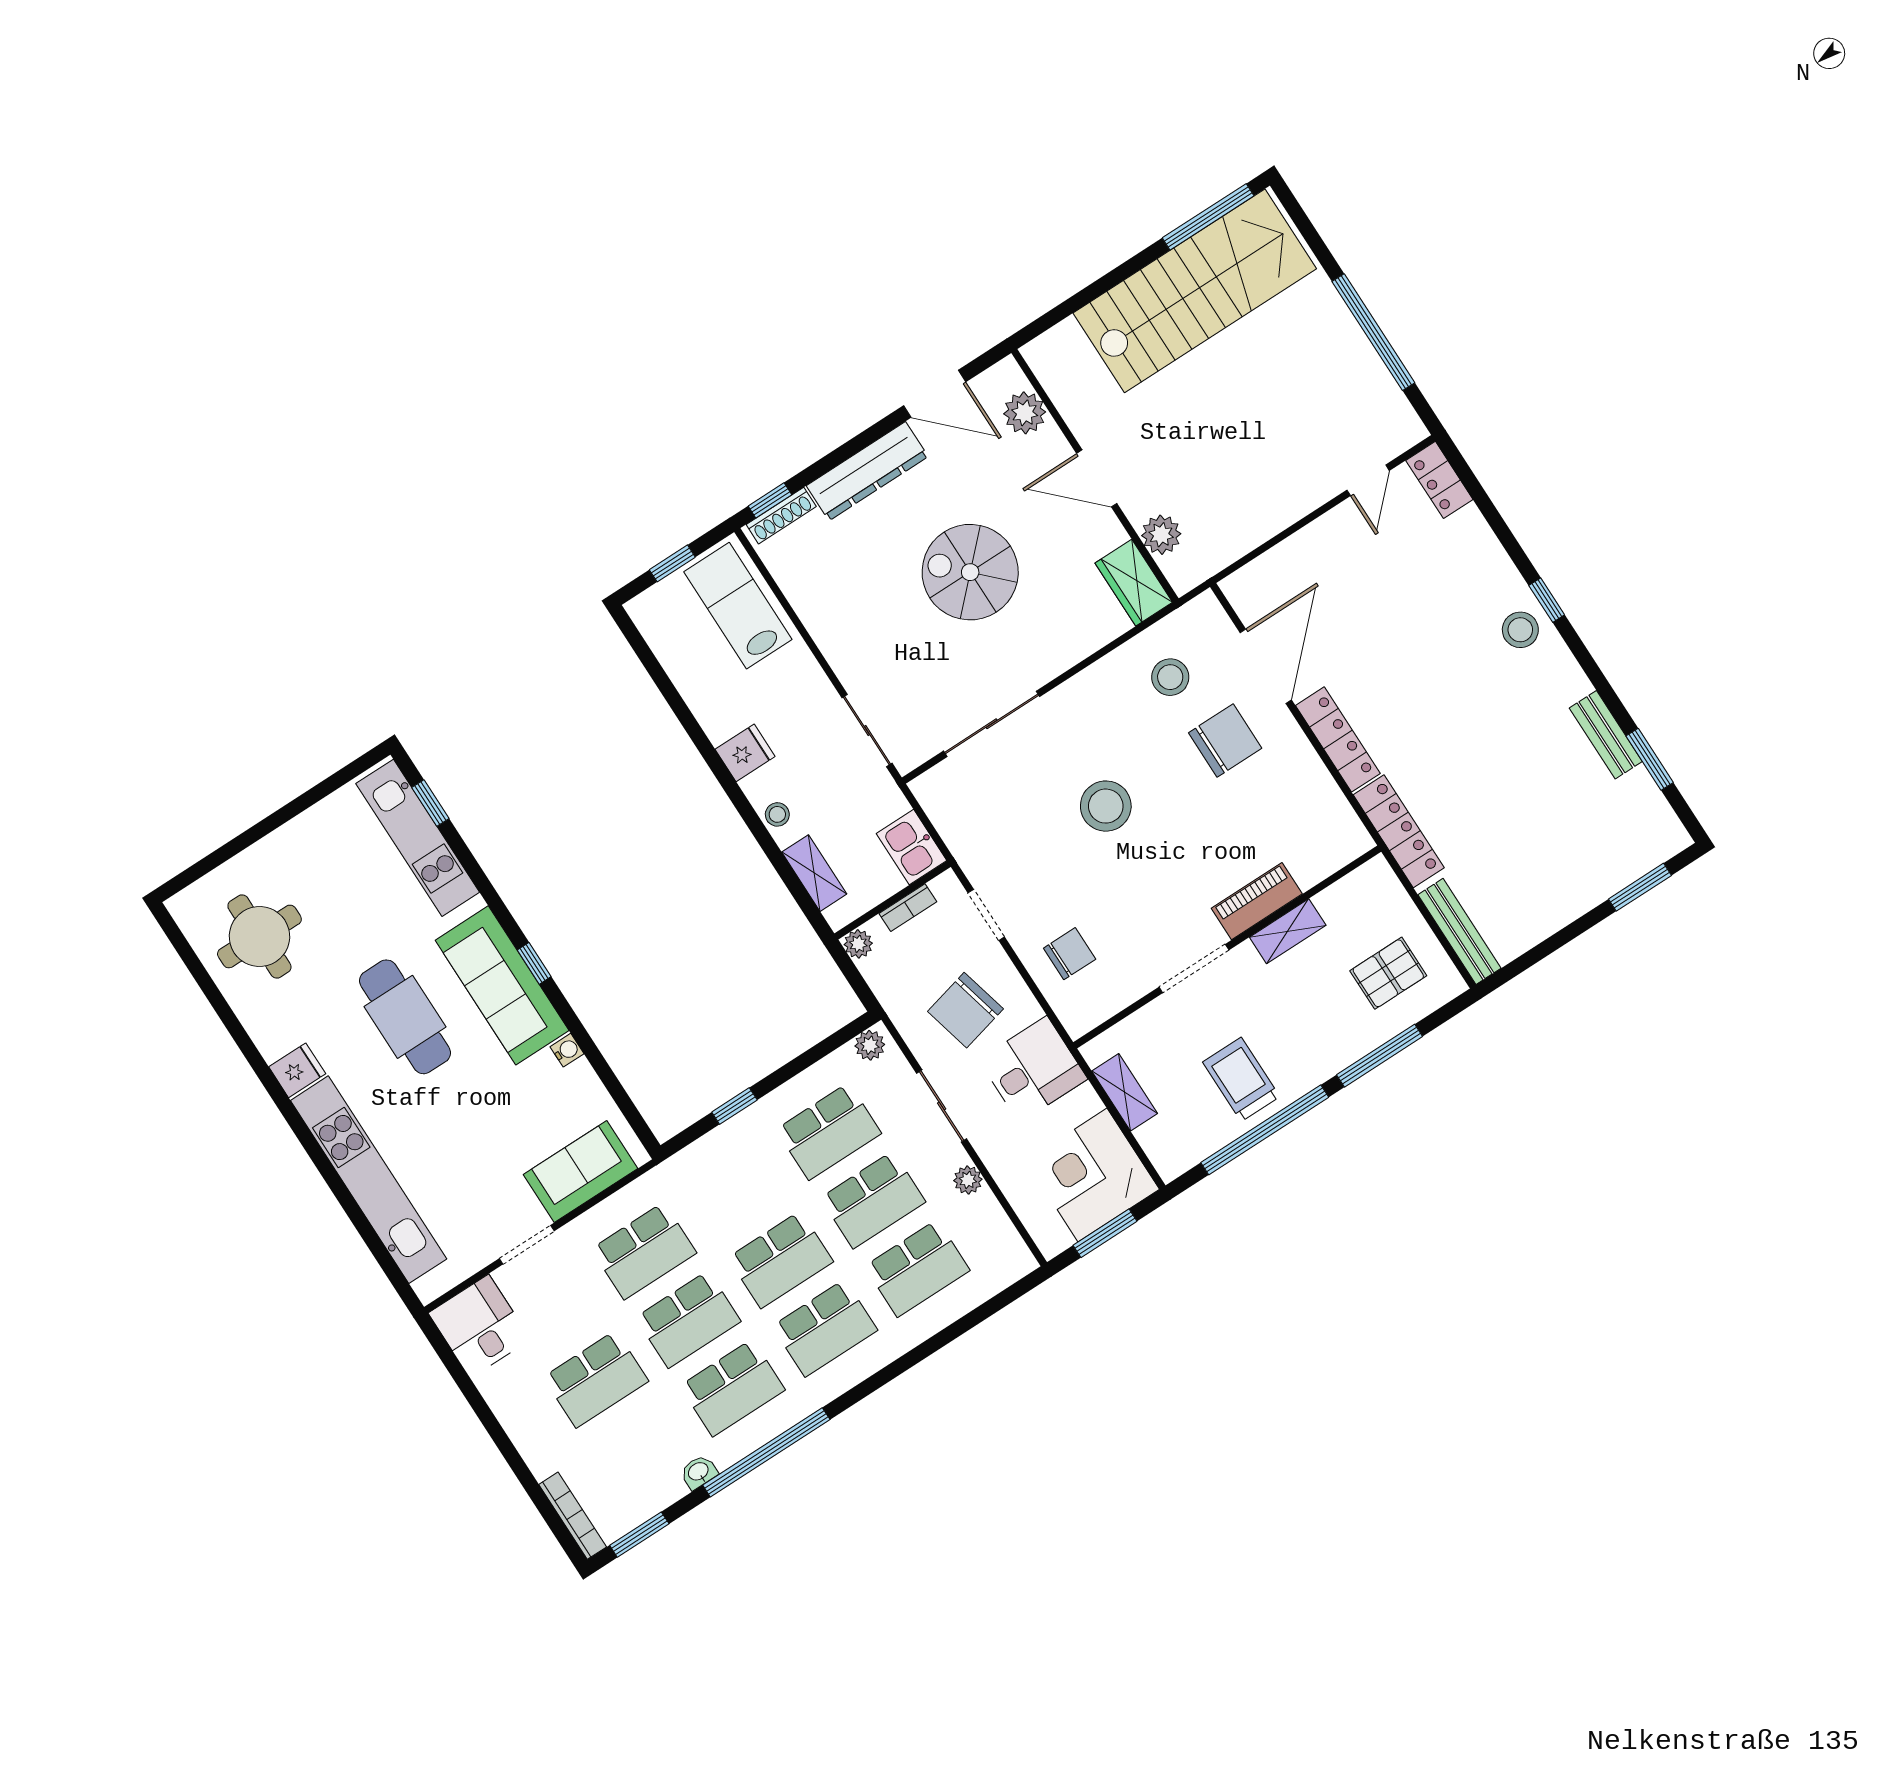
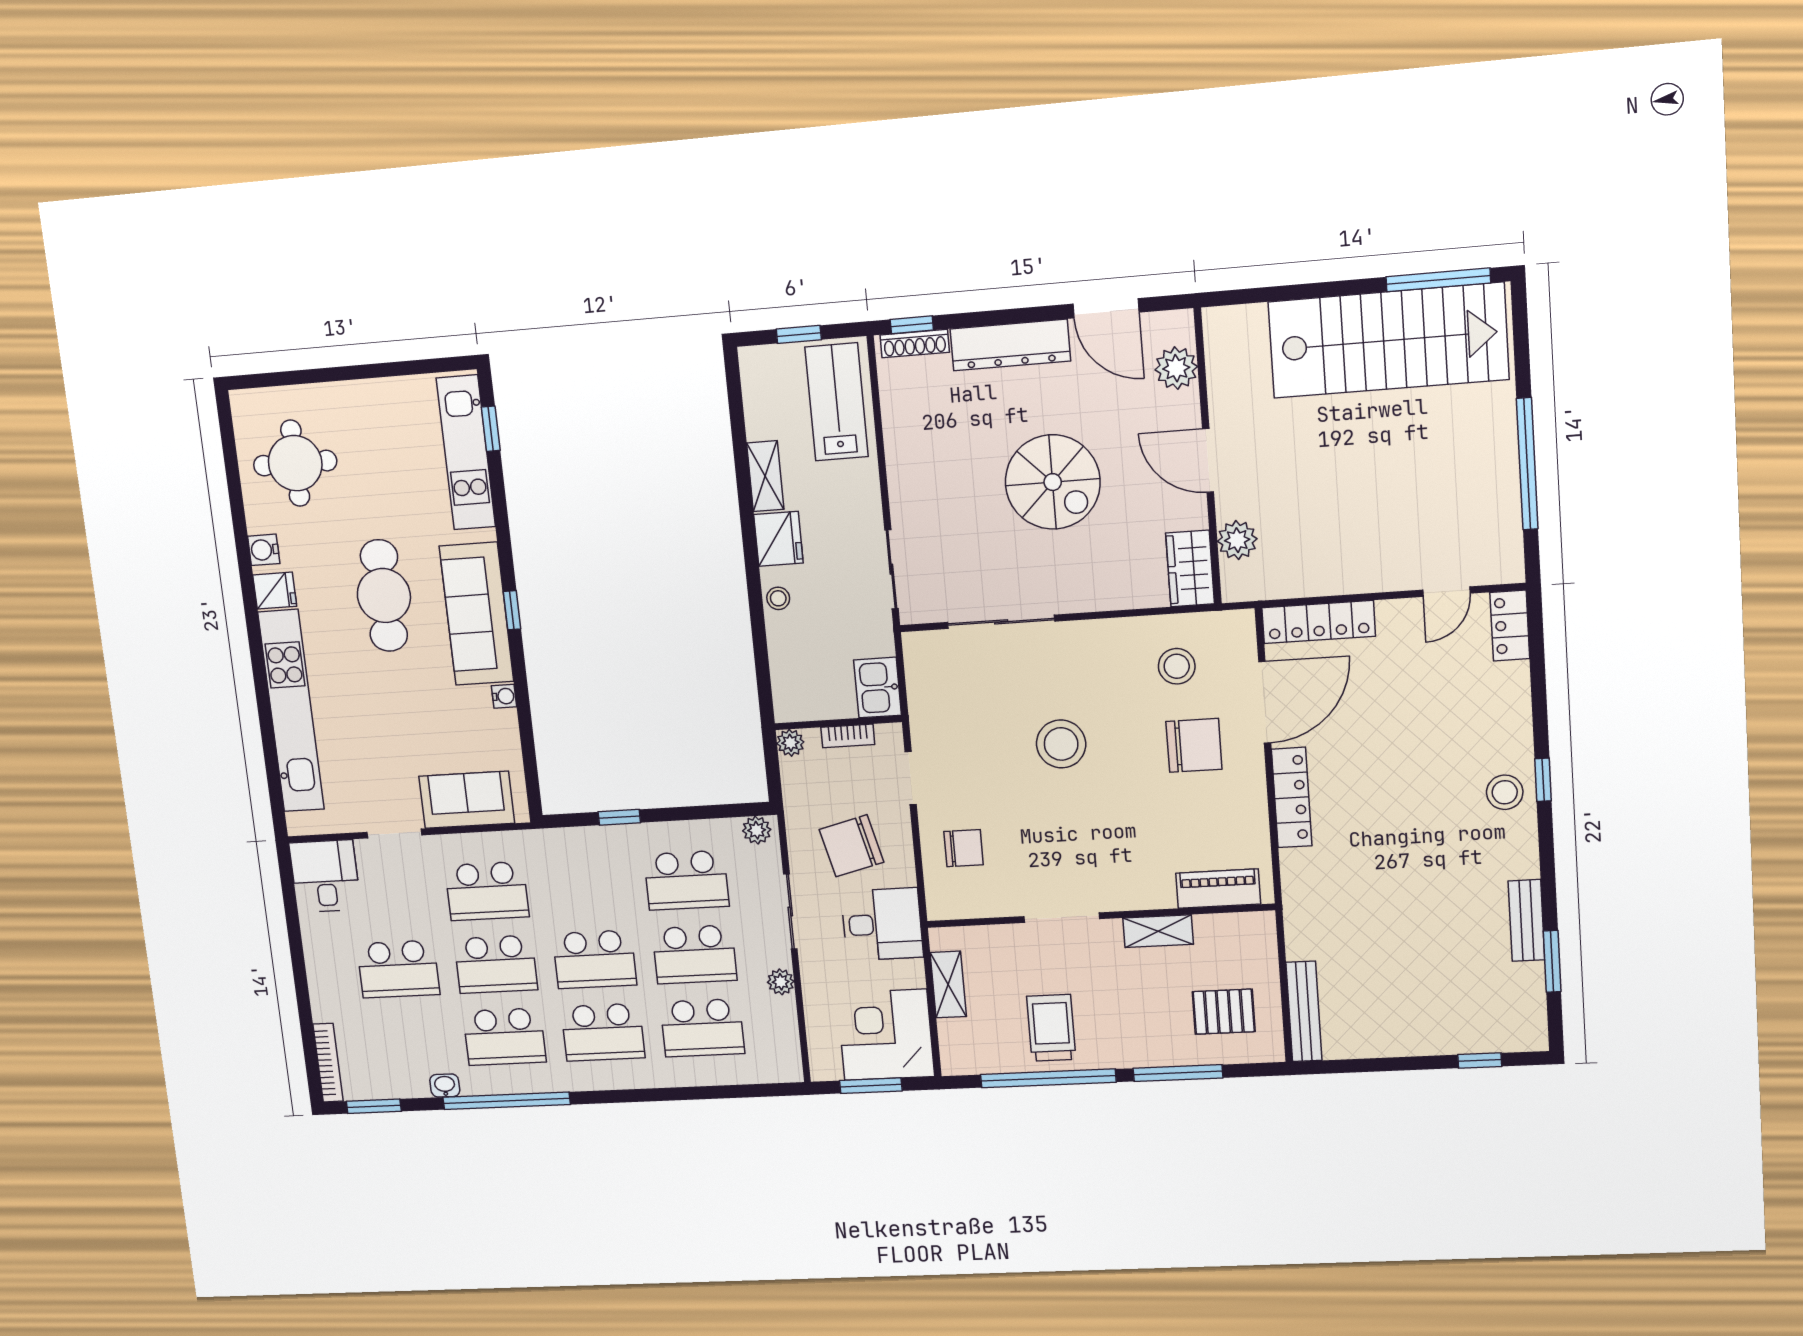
spiral stairs: (970, 572) -> (1053, 482), turned 180
fridge: (745, 753) -> (778, 539), width x1.38
locker: (1399, 831) -> (1319, 622), moved, turned 90
shelving: (814, 873) -> (765, 476), moved
window: (1640, 887) -> (1480, 1061), width x0.67
piano: (1257, 901) -> (1218, 889), moved
water cooler: (268, 1037) -> (264, 550), added

